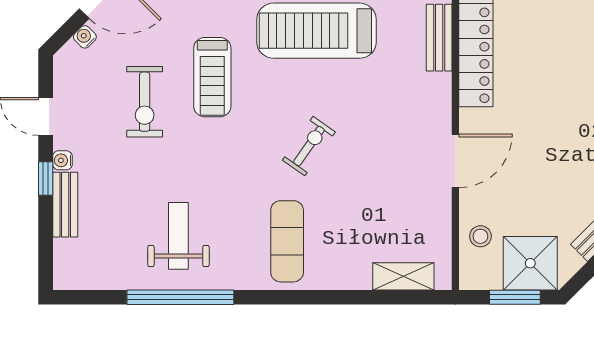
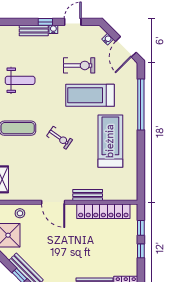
bench: (439, 38) -> (88, 195), moved
treadmill: (212, 77) -> (90, 95), width x1.37, depth x1.38
exercise bike: (145, 102) -> (79, 65), turned 180

